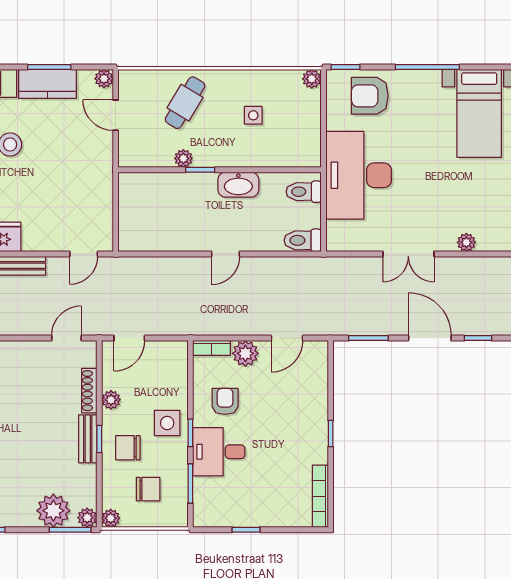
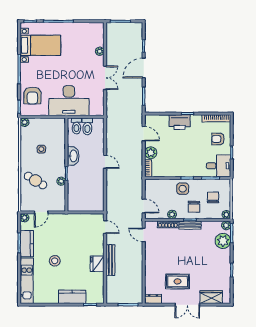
toilet: (303, 240) -> (87, 126), moved
armchair: (225, 401) -> (218, 139), moved
printer: (312, 416) -> (180, 122), added
desk: (219, 452) -> (219, 166), moved, turned -90

